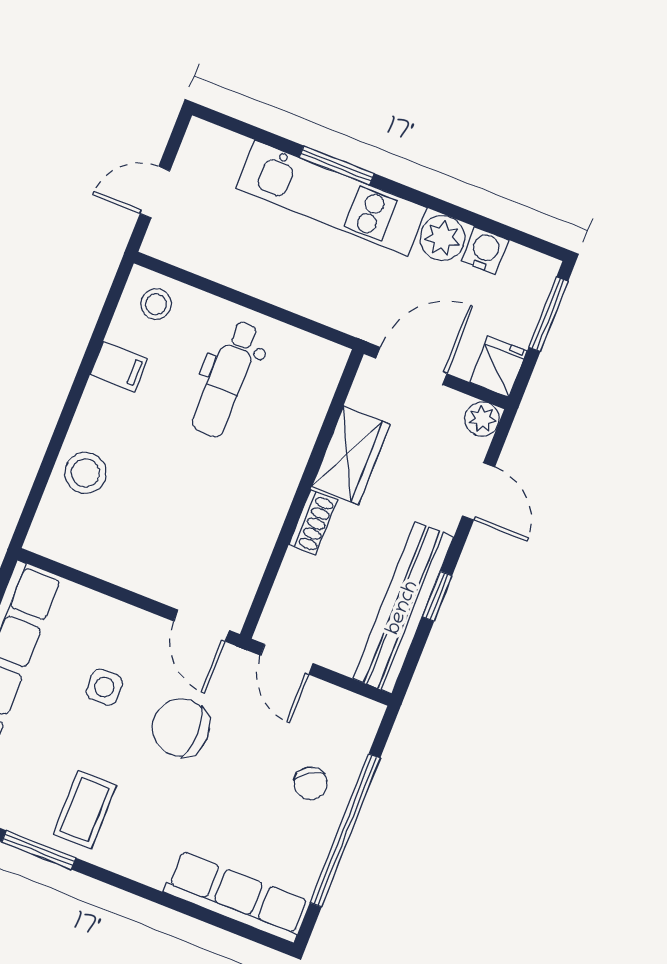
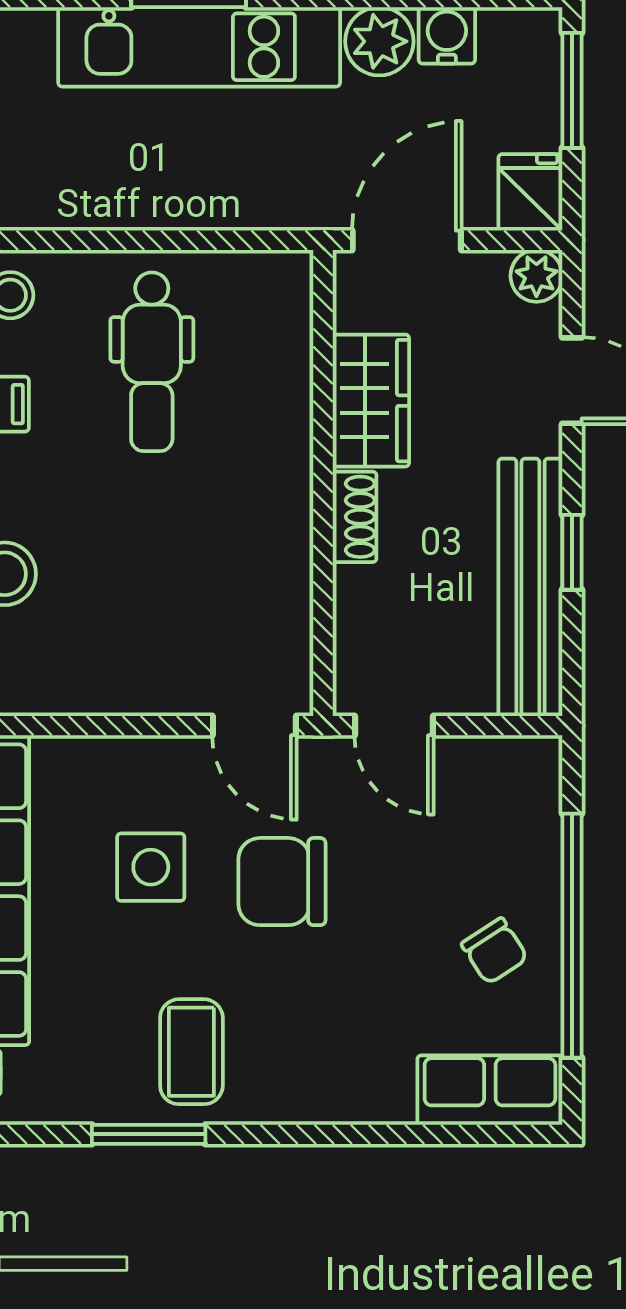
side table: (104, 687) -> (151, 867), width x1.37, depth x1.37
chair: (310, 783) -> (495, 951), moved
row of seats: (237, 897) -> (490, 1090), width x0.68

